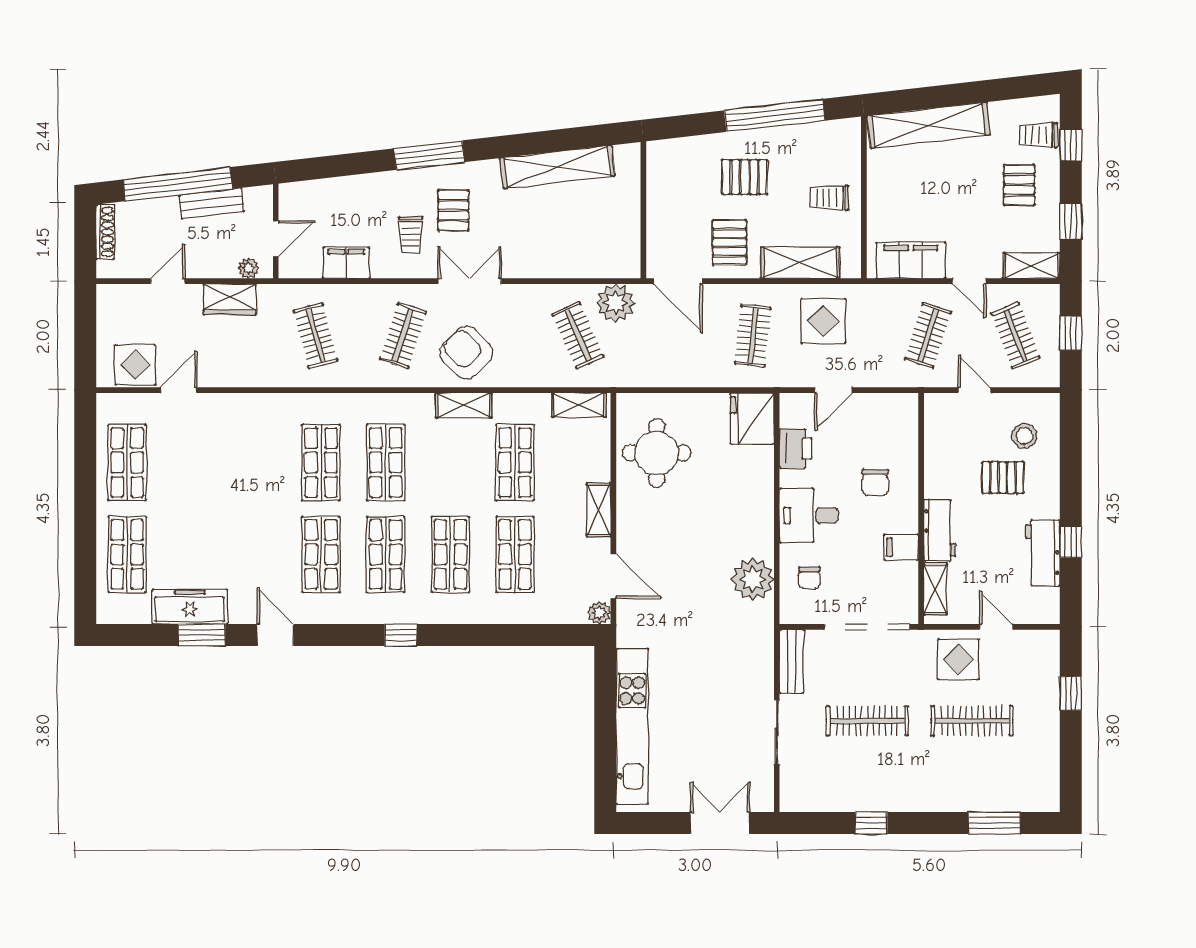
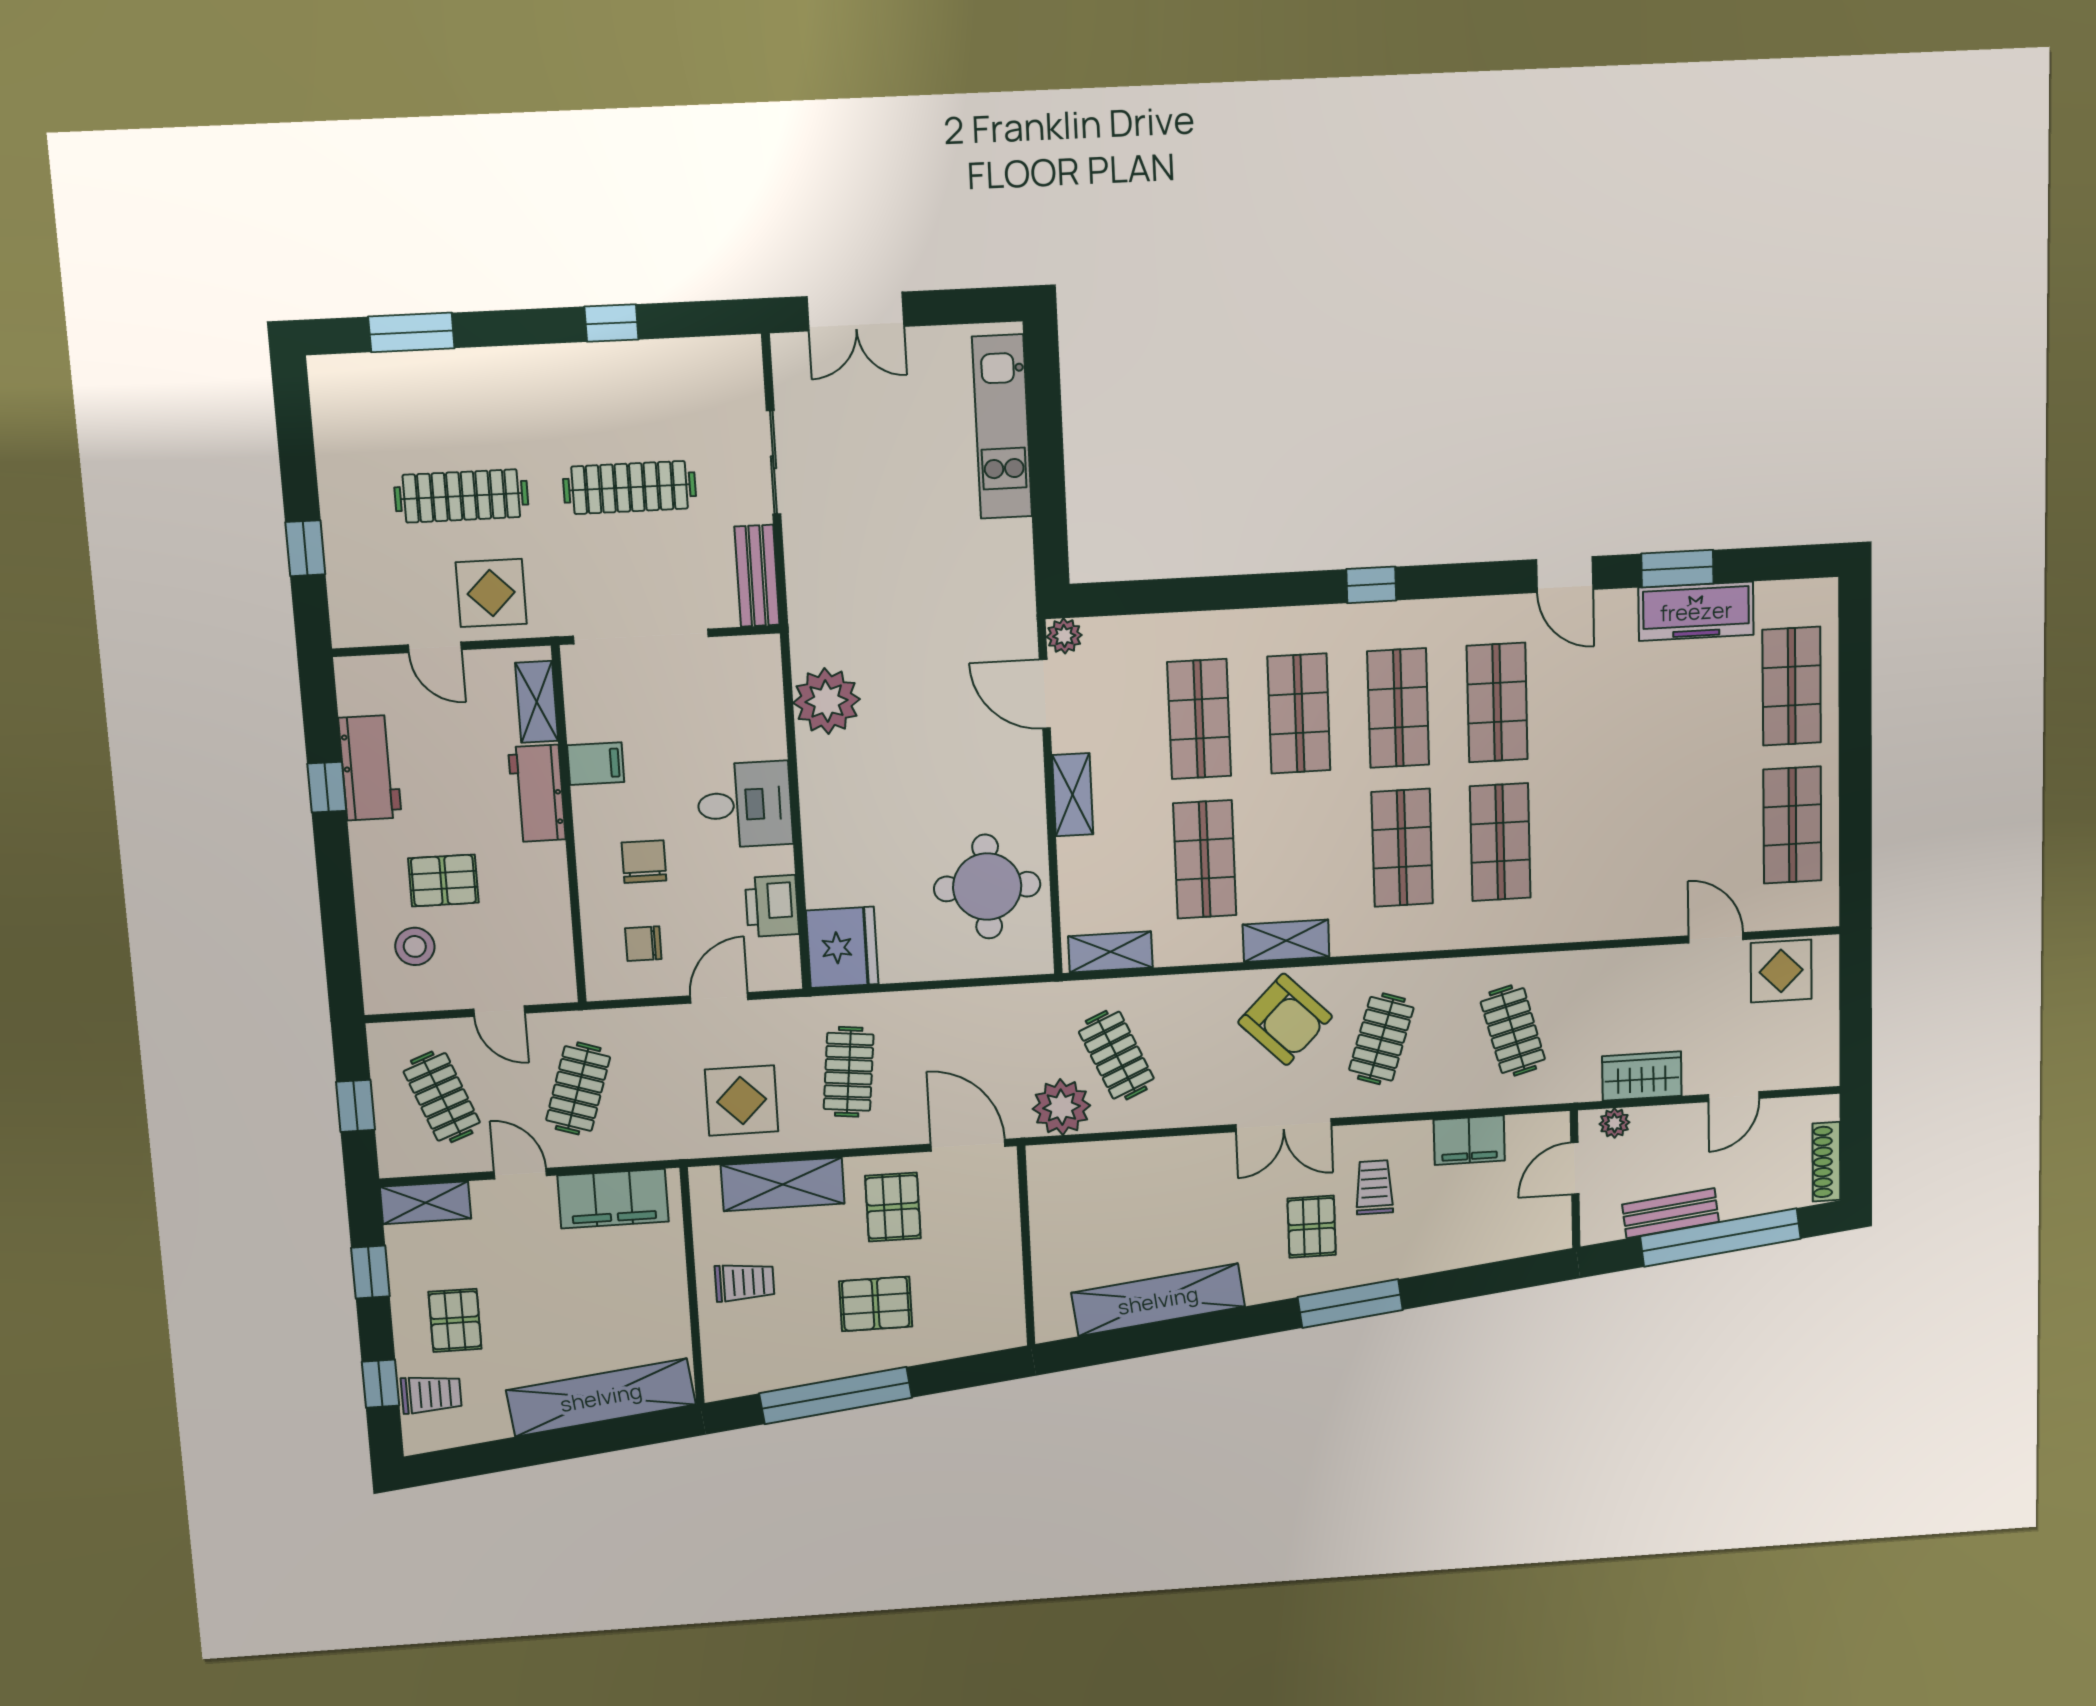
door: (179, 390) -> (1716, 938), swing flipped
chair: (809, 578) -> (643, 944), moved, turned -90
kitchen unit: (632, 726) -> (1002, 427), width x0.73

